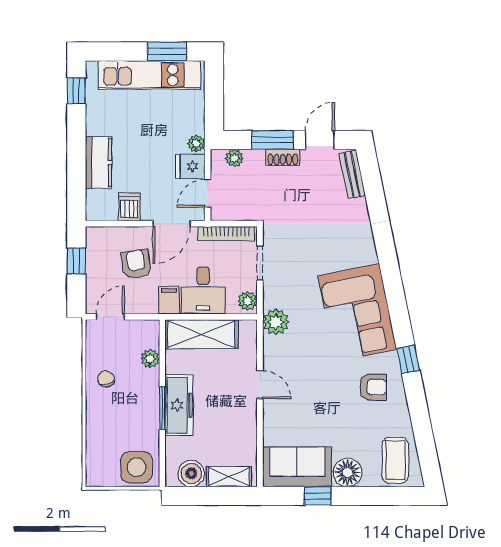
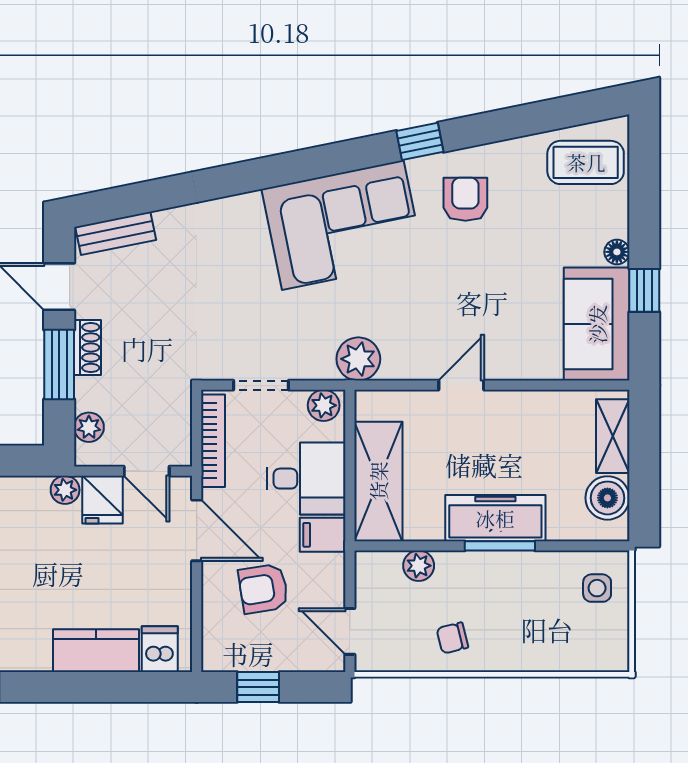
dishwasher: (129, 207) -> (160, 649), moved, turned 90
side table: (137, 467) -> (597, 588), width x0.54, depth x0.54
floor lamp: (348, 473) -> (617, 252), width x0.53, depth x0.53

